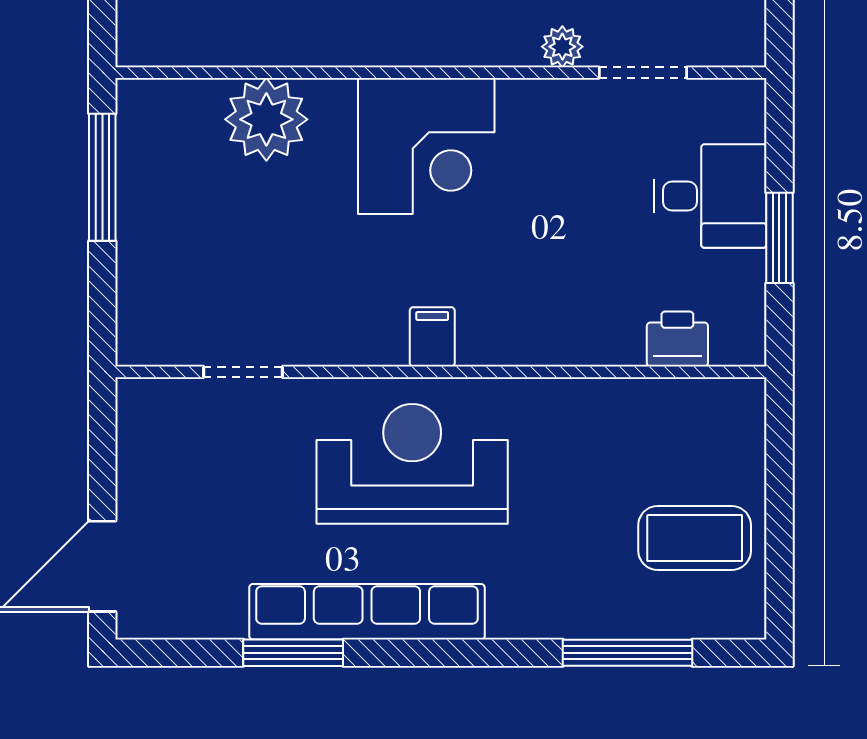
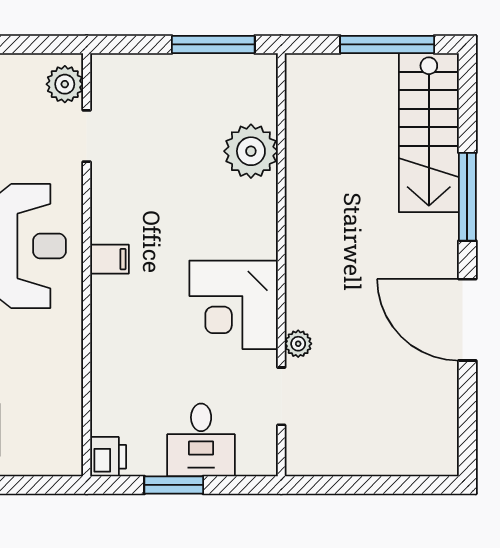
corner desk: (426, 146) -> (234, 305), moved
printer: (677, 339) -> (108, 457), moved
plant: (163, 406) -> (65, 84), added

